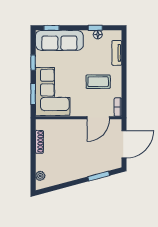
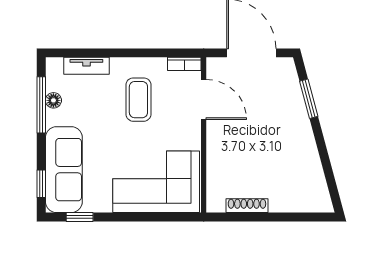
window: (95, 28) -> (41, 105), width x2.17
window: (33, 62) -> (80, 217), moved
window: (33, 94) -> (161, 217), removed
plant: (40, 176) -> (308, 204), removed

